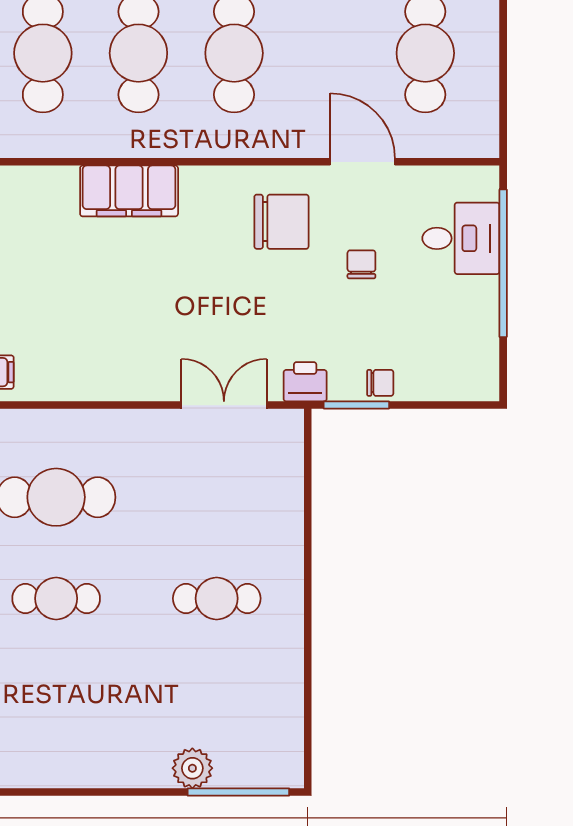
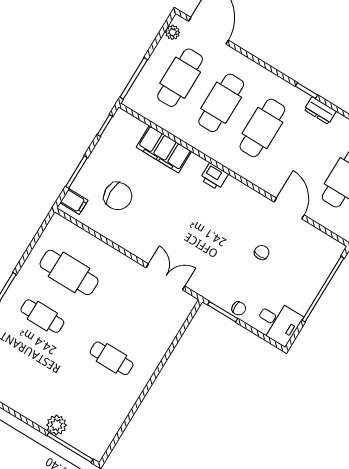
filing cabinet: (129, 191) -> (164, 149), moved
chair: (281, 222) -> (118, 196), moved
desk: (461, 238) -> (278, 322), moved
printer: (305, 382) -> (214, 177), moved, turned 180

